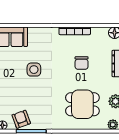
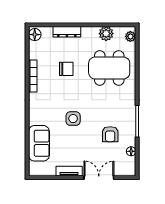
dining table: (82, 104) -> (109, 68), width x1.38
armchair: (21, 119) -> (110, 134), moved, turned -70

